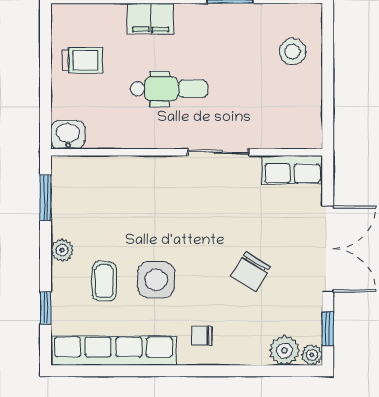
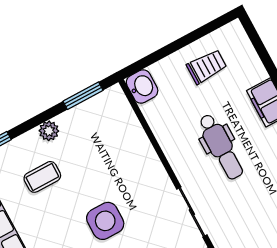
trolley: (83, 60) -> (207, 67), turned -90
side table: (156, 280) -> (105, 221), moved

